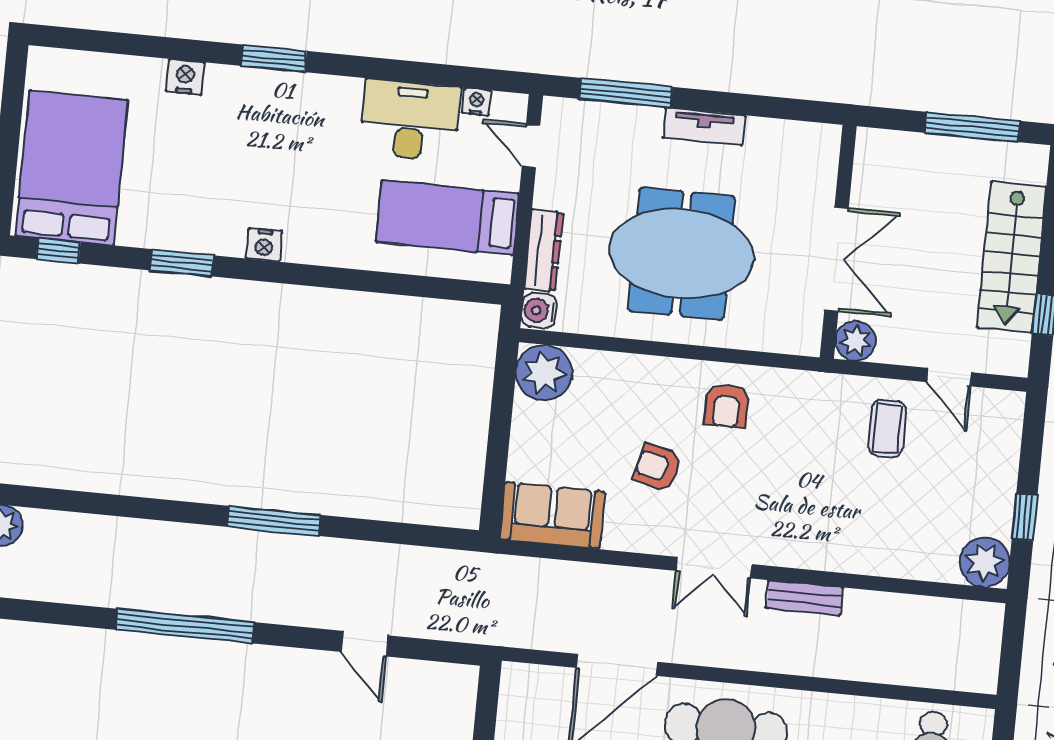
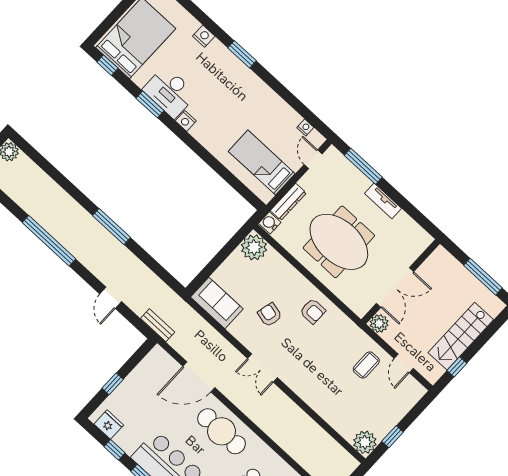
desk: (410, 120) -> (170, 92), moved, turned 180
armchair: (726, 406) -> (313, 311), turned -90
bench: (804, 598) -> (158, 325), moved

